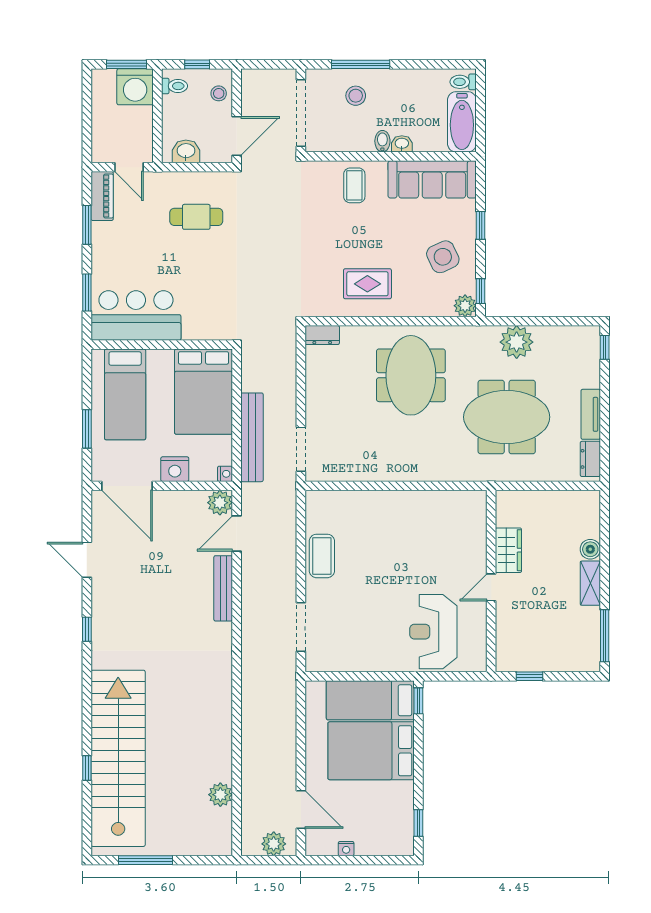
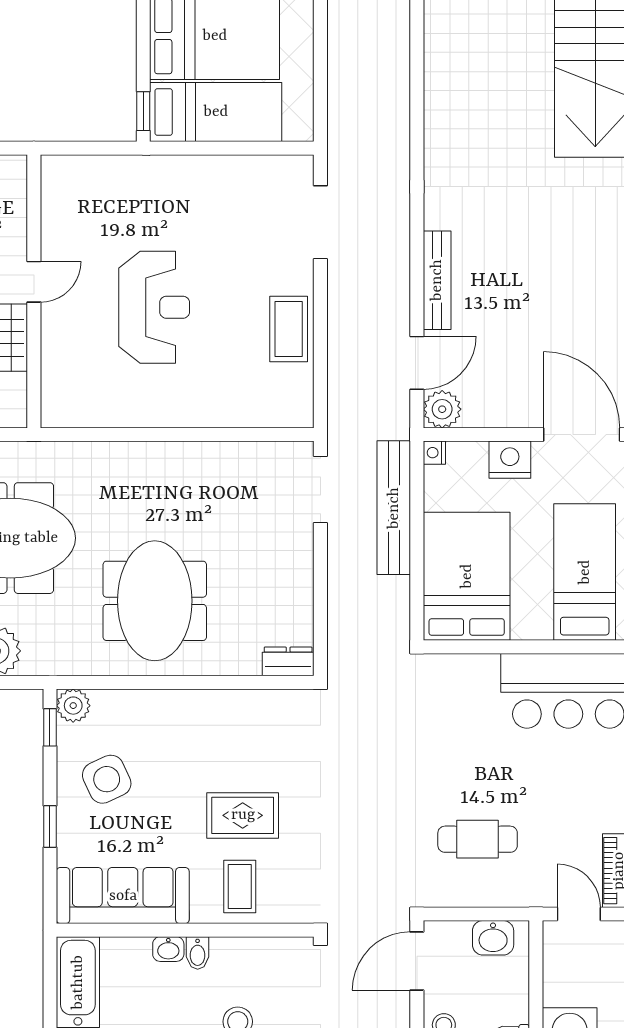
rug: (367, 284) -> (243, 815), moved
reception desk: (433, 632) -> (154, 307), moved

